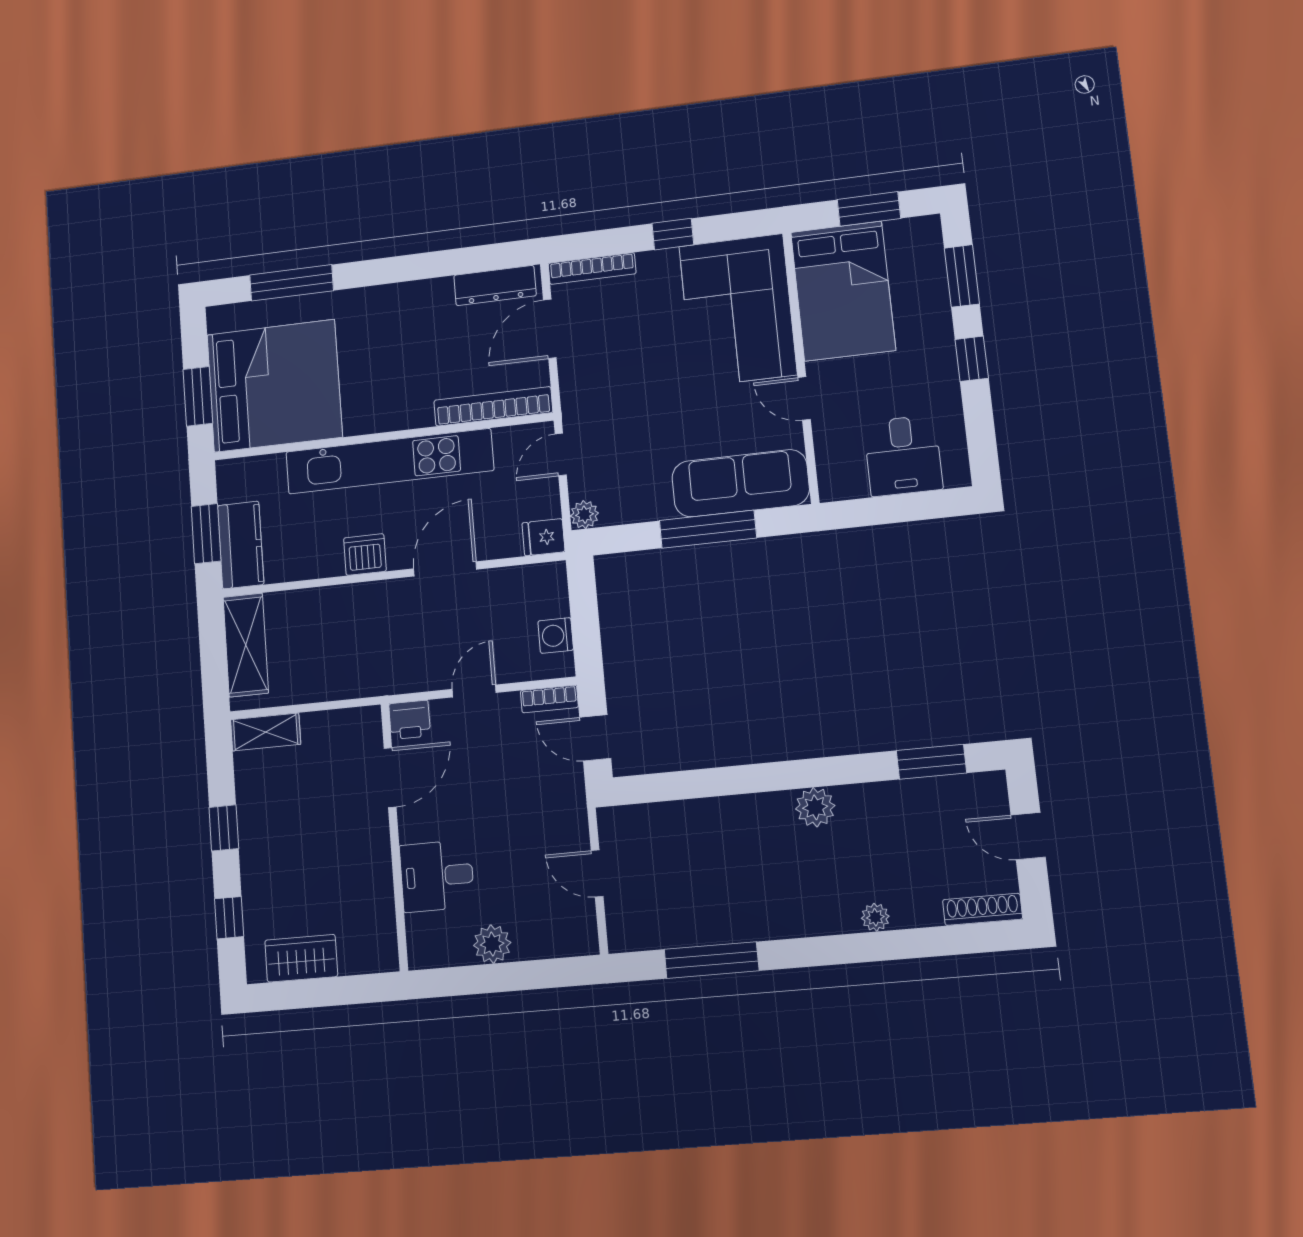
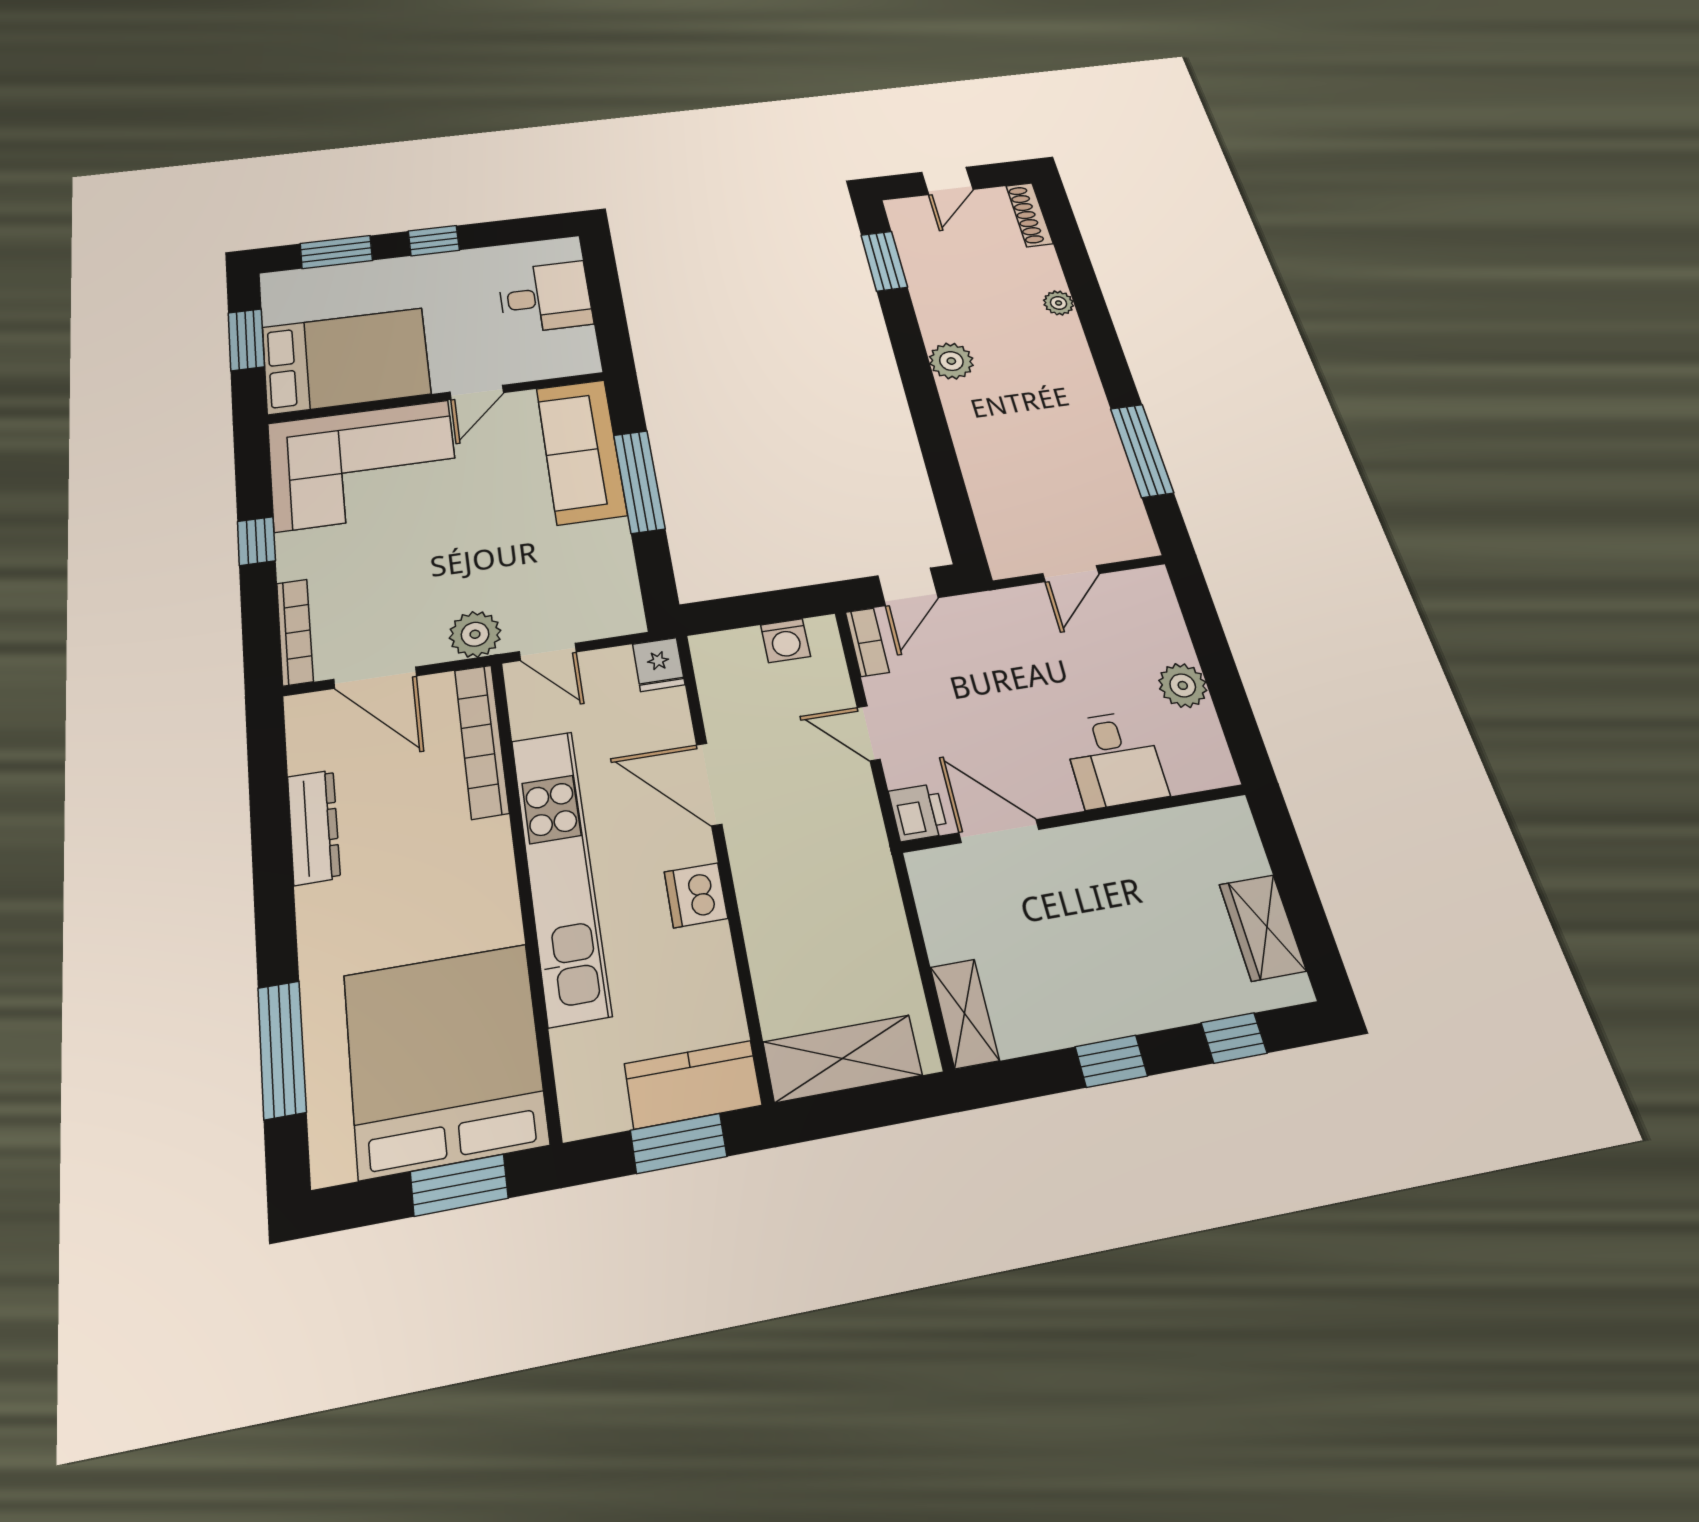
dresser: (495, 286) -> (314, 827), moved
plant: (584, 515) -> (475, 634), moved, width x1.38, depth x1.38

